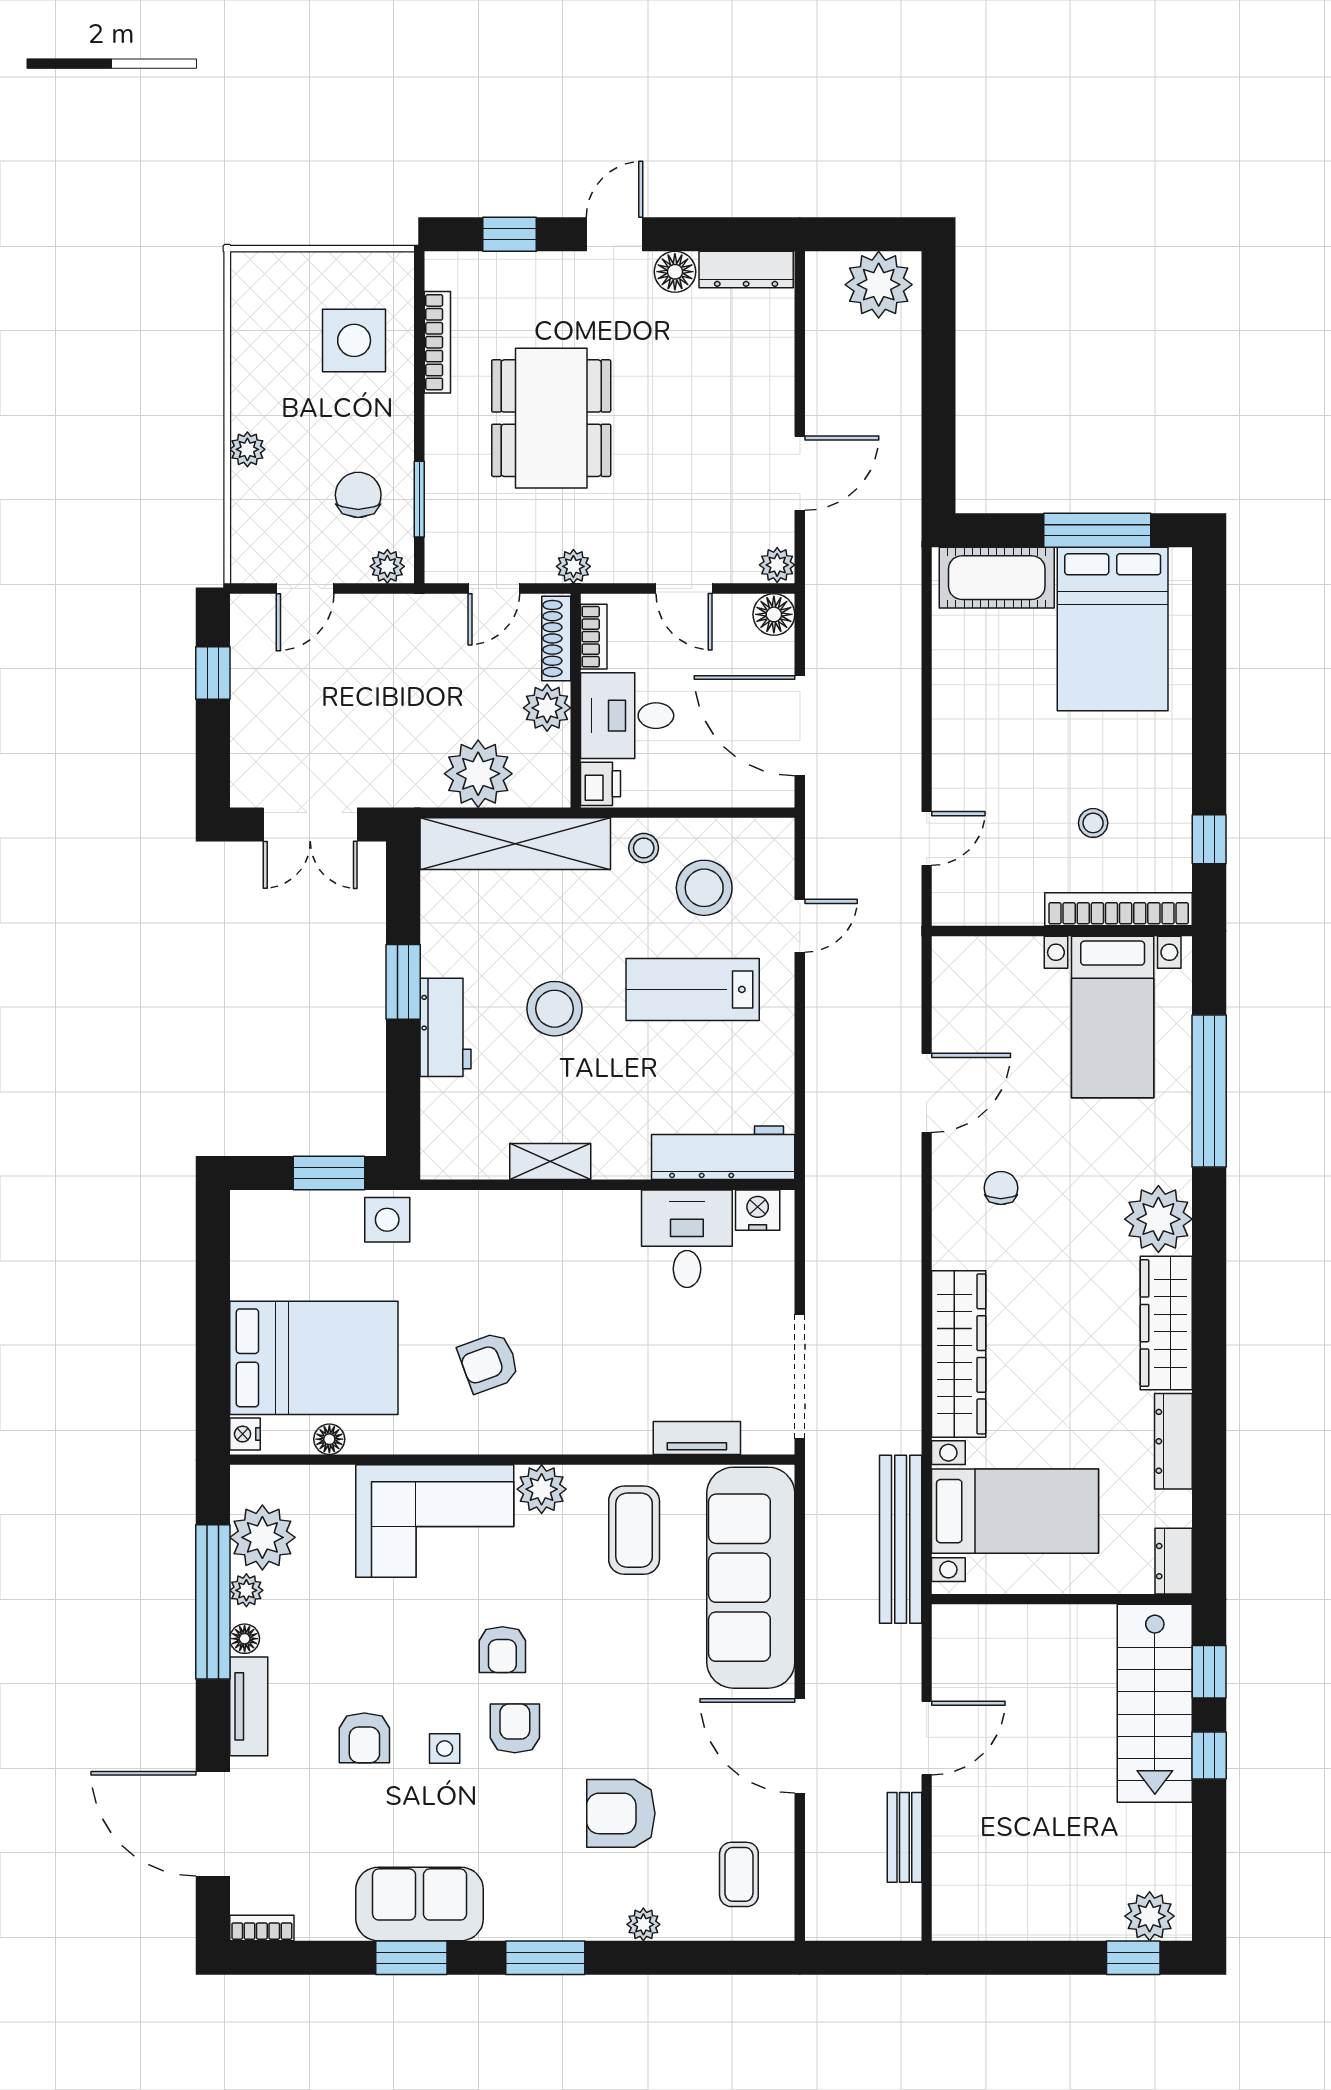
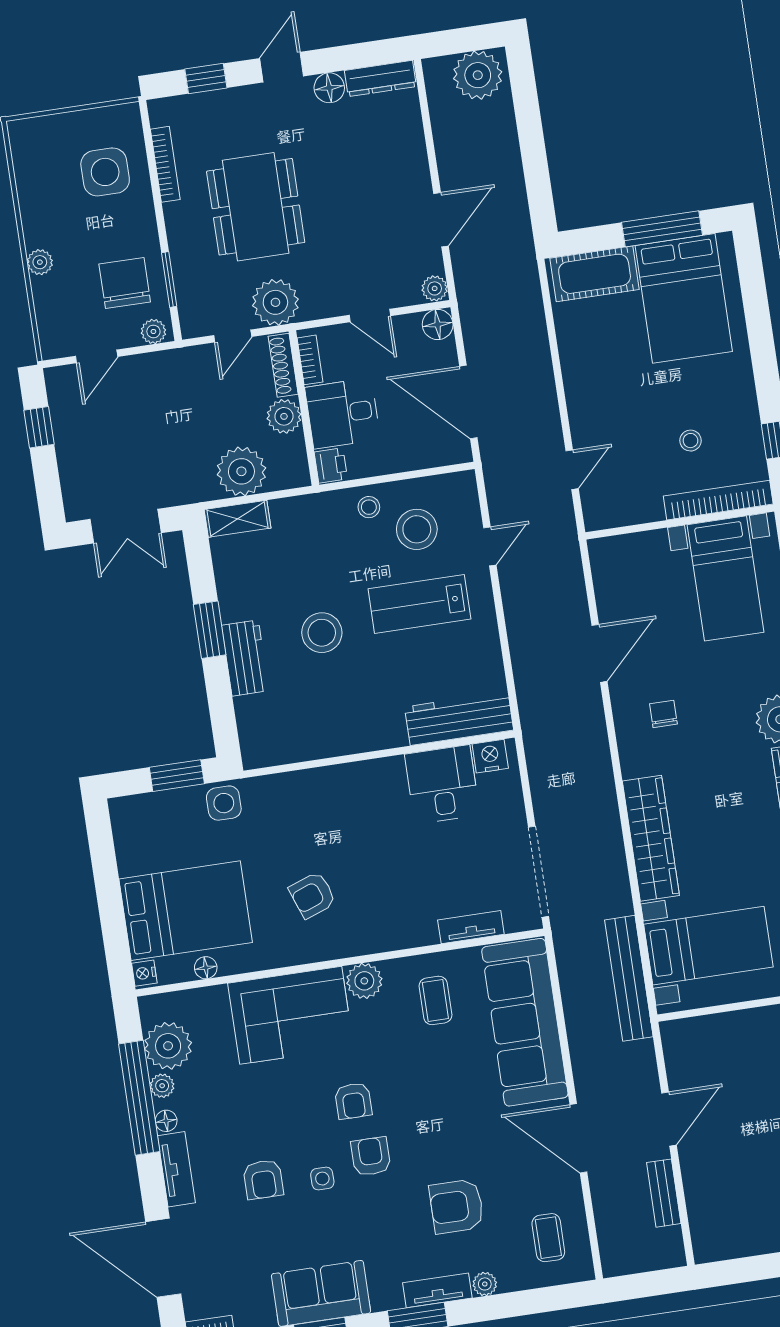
chair: (358, 495) -> (125, 283), width x1.37, depth x1.37
plant: (573, 566) -> (275, 302), width x1.87, depth x1.87
shelving: (515, 844) -> (238, 519), width x0.45, depth x0.75
shelving: (550, 1162) -> (335, 743), removed
coffee table: (634, 1530) -> (435, 1000), width x0.73, depth x0.77
tv unit: (578, 1923) -> (437, 1290), added

